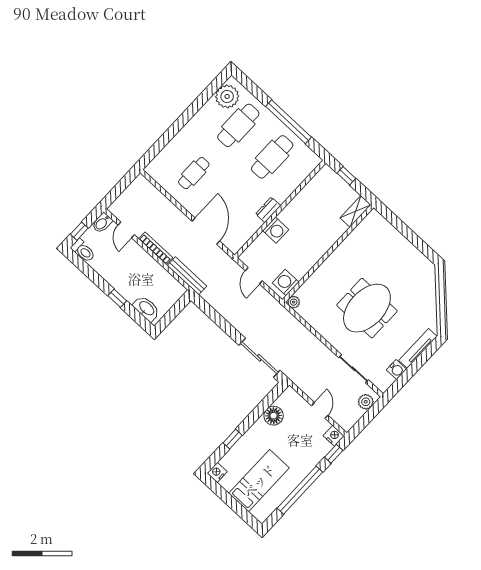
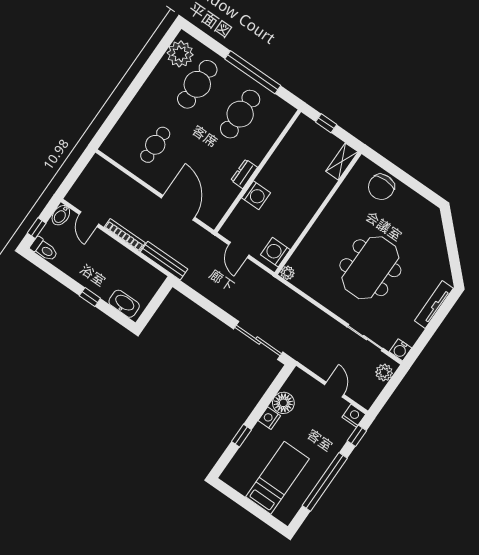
chair: (387, 239) -> (381, 187), added
water cooler: (396, 370) -> (400, 350), moved, turned 90
nightstand: (217, 472) -> (269, 418), moved

